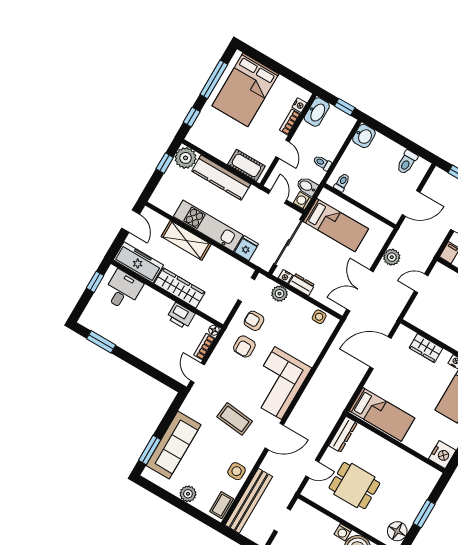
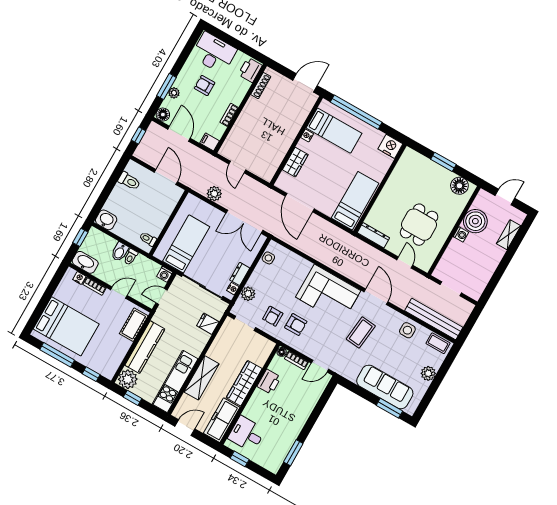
bidet: (307, 186) -> (120, 252), moved
kitchen unit: (208, 226) -> (175, 381), moved

